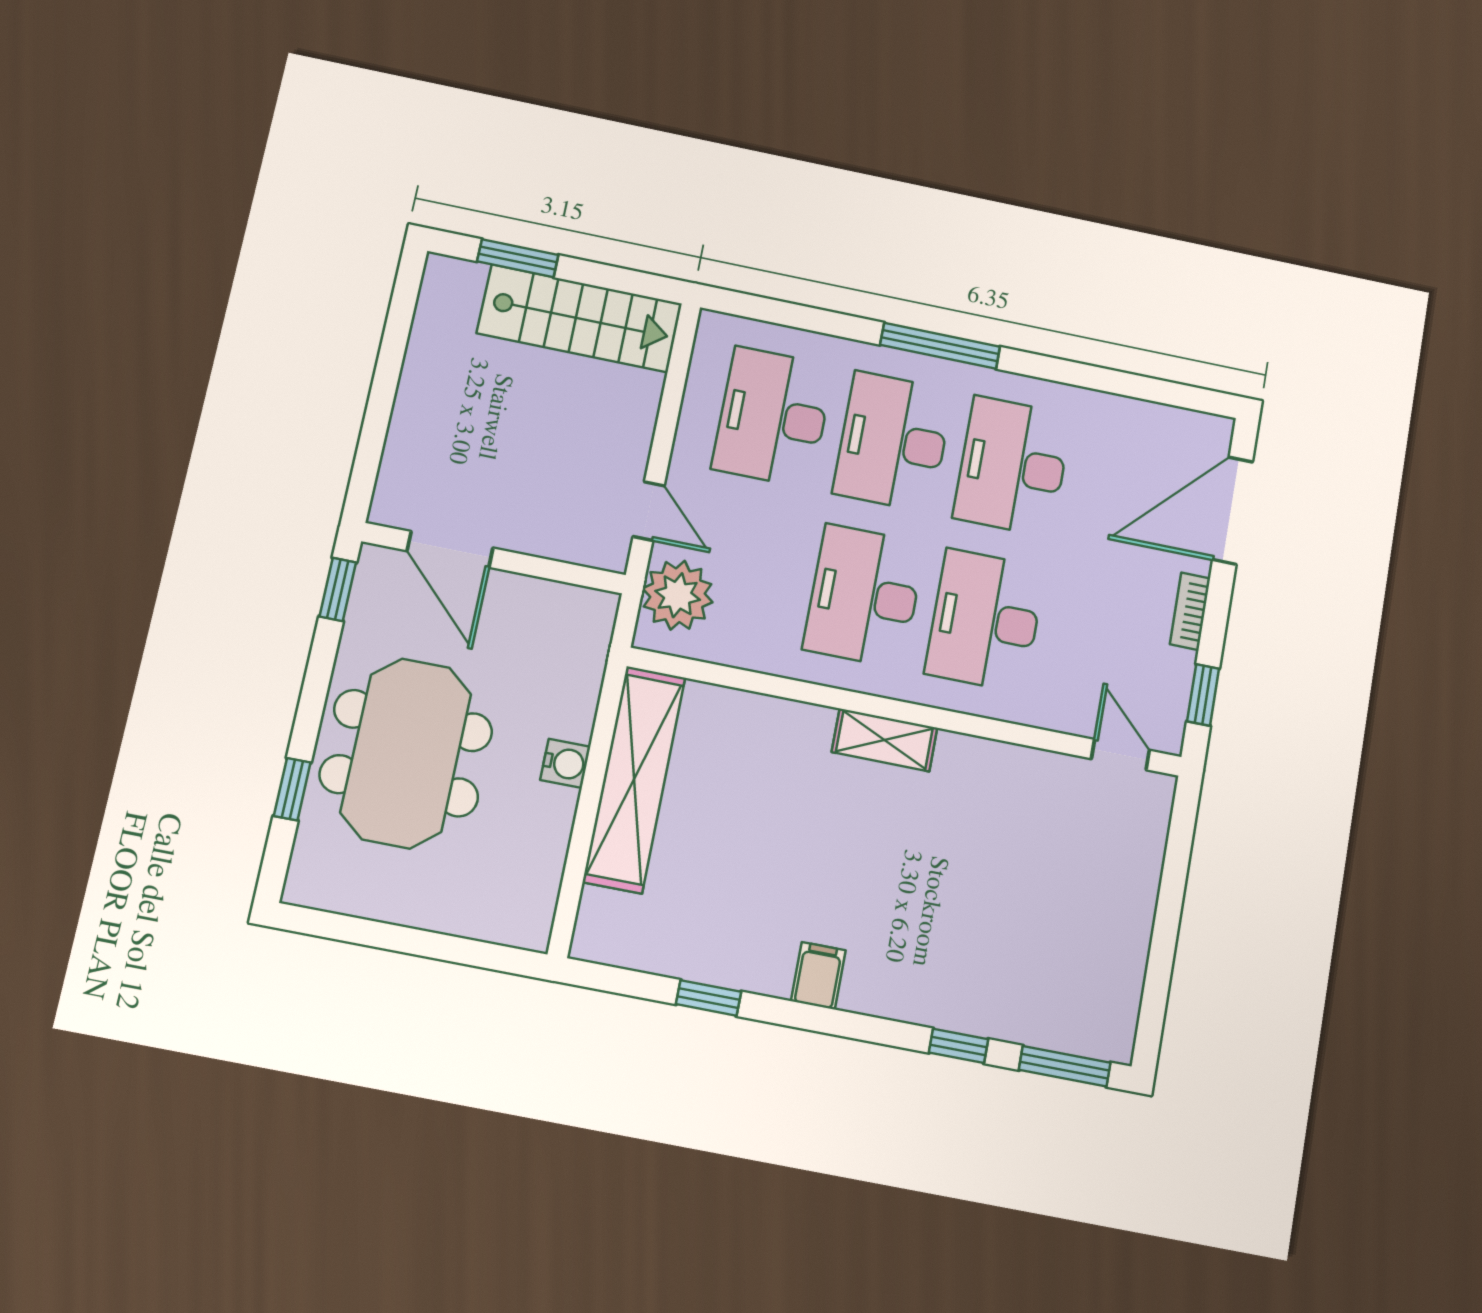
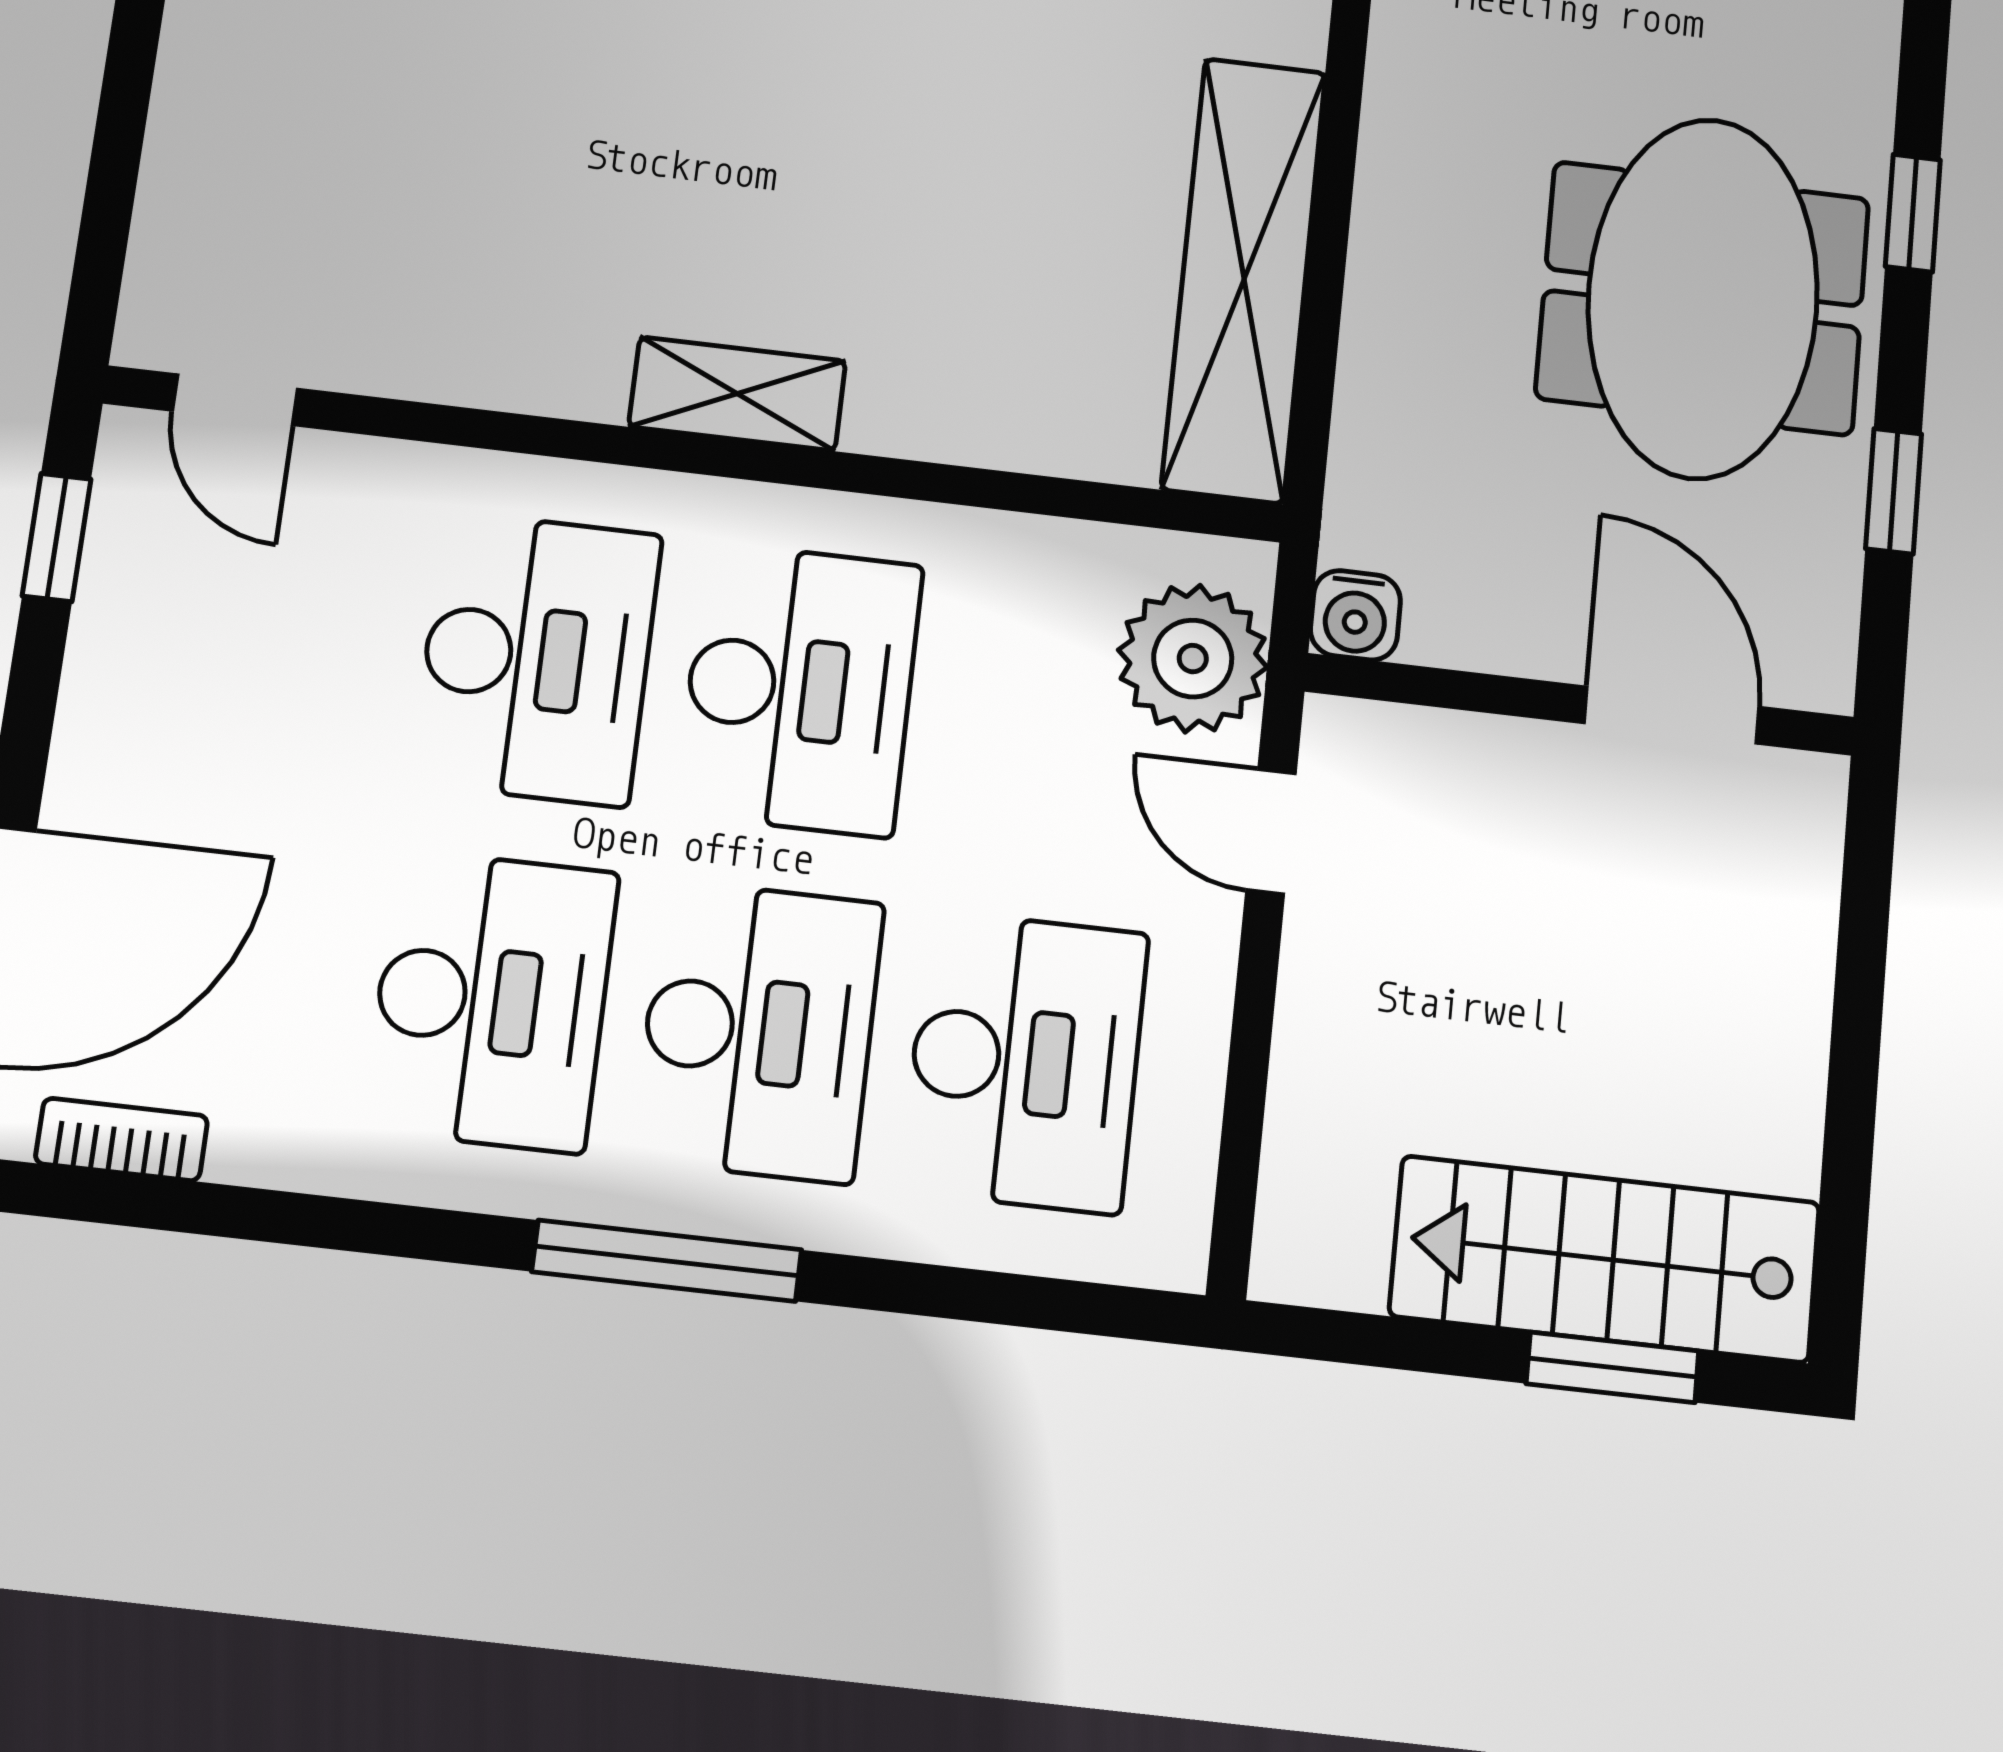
stairs: (580, 318) -> (1605, 1259), moved
window: (338, 589) -> (1894, 491), moved
bookcase: (1190, 611) -> (121, 1140), moved, turned -90
water cooler: (565, 763) -> (1355, 615), moved, turned -90

